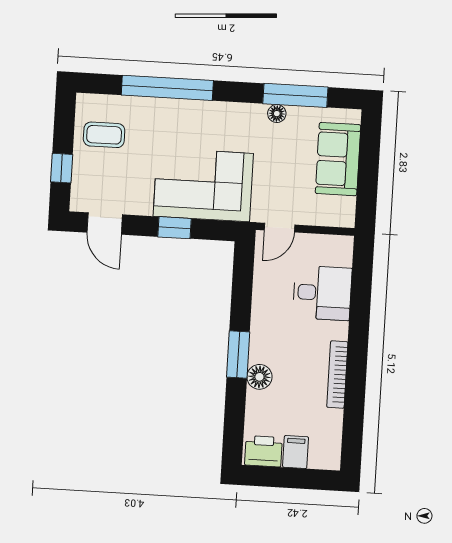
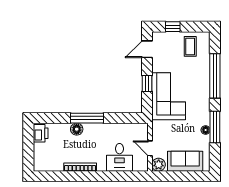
window: (295, 95) -> (215, 127), moved
plant: (342, 214) -> (159, 165), added
door: (280, 228) -> (150, 148), moved
window: (238, 354) -> (87, 118), width x1.44
filing cabinet: (296, 452) -> (41, 149), removed

